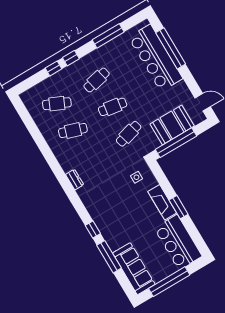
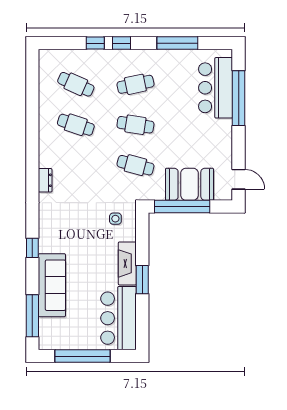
bar counter: (156, 58) -> (216, 88), width x0.73
cafe table: (129, 134) -> (135, 165), turned 30
window: (109, 257) -> (32, 316), moved
sofa: (134, 269) -> (52, 285), moved

